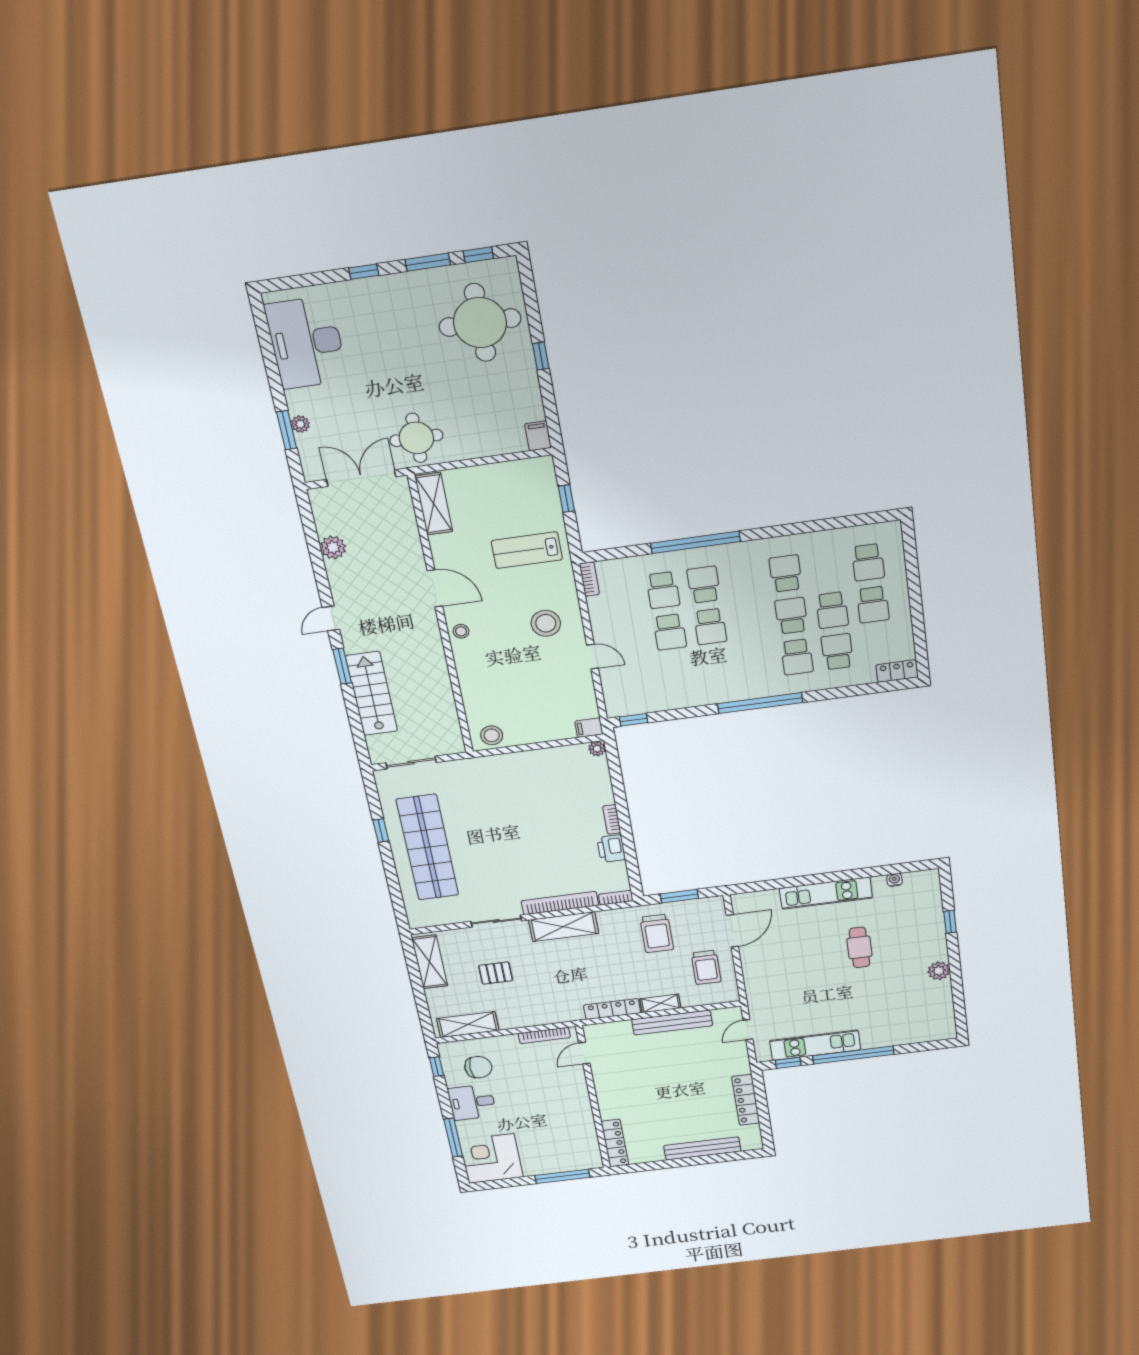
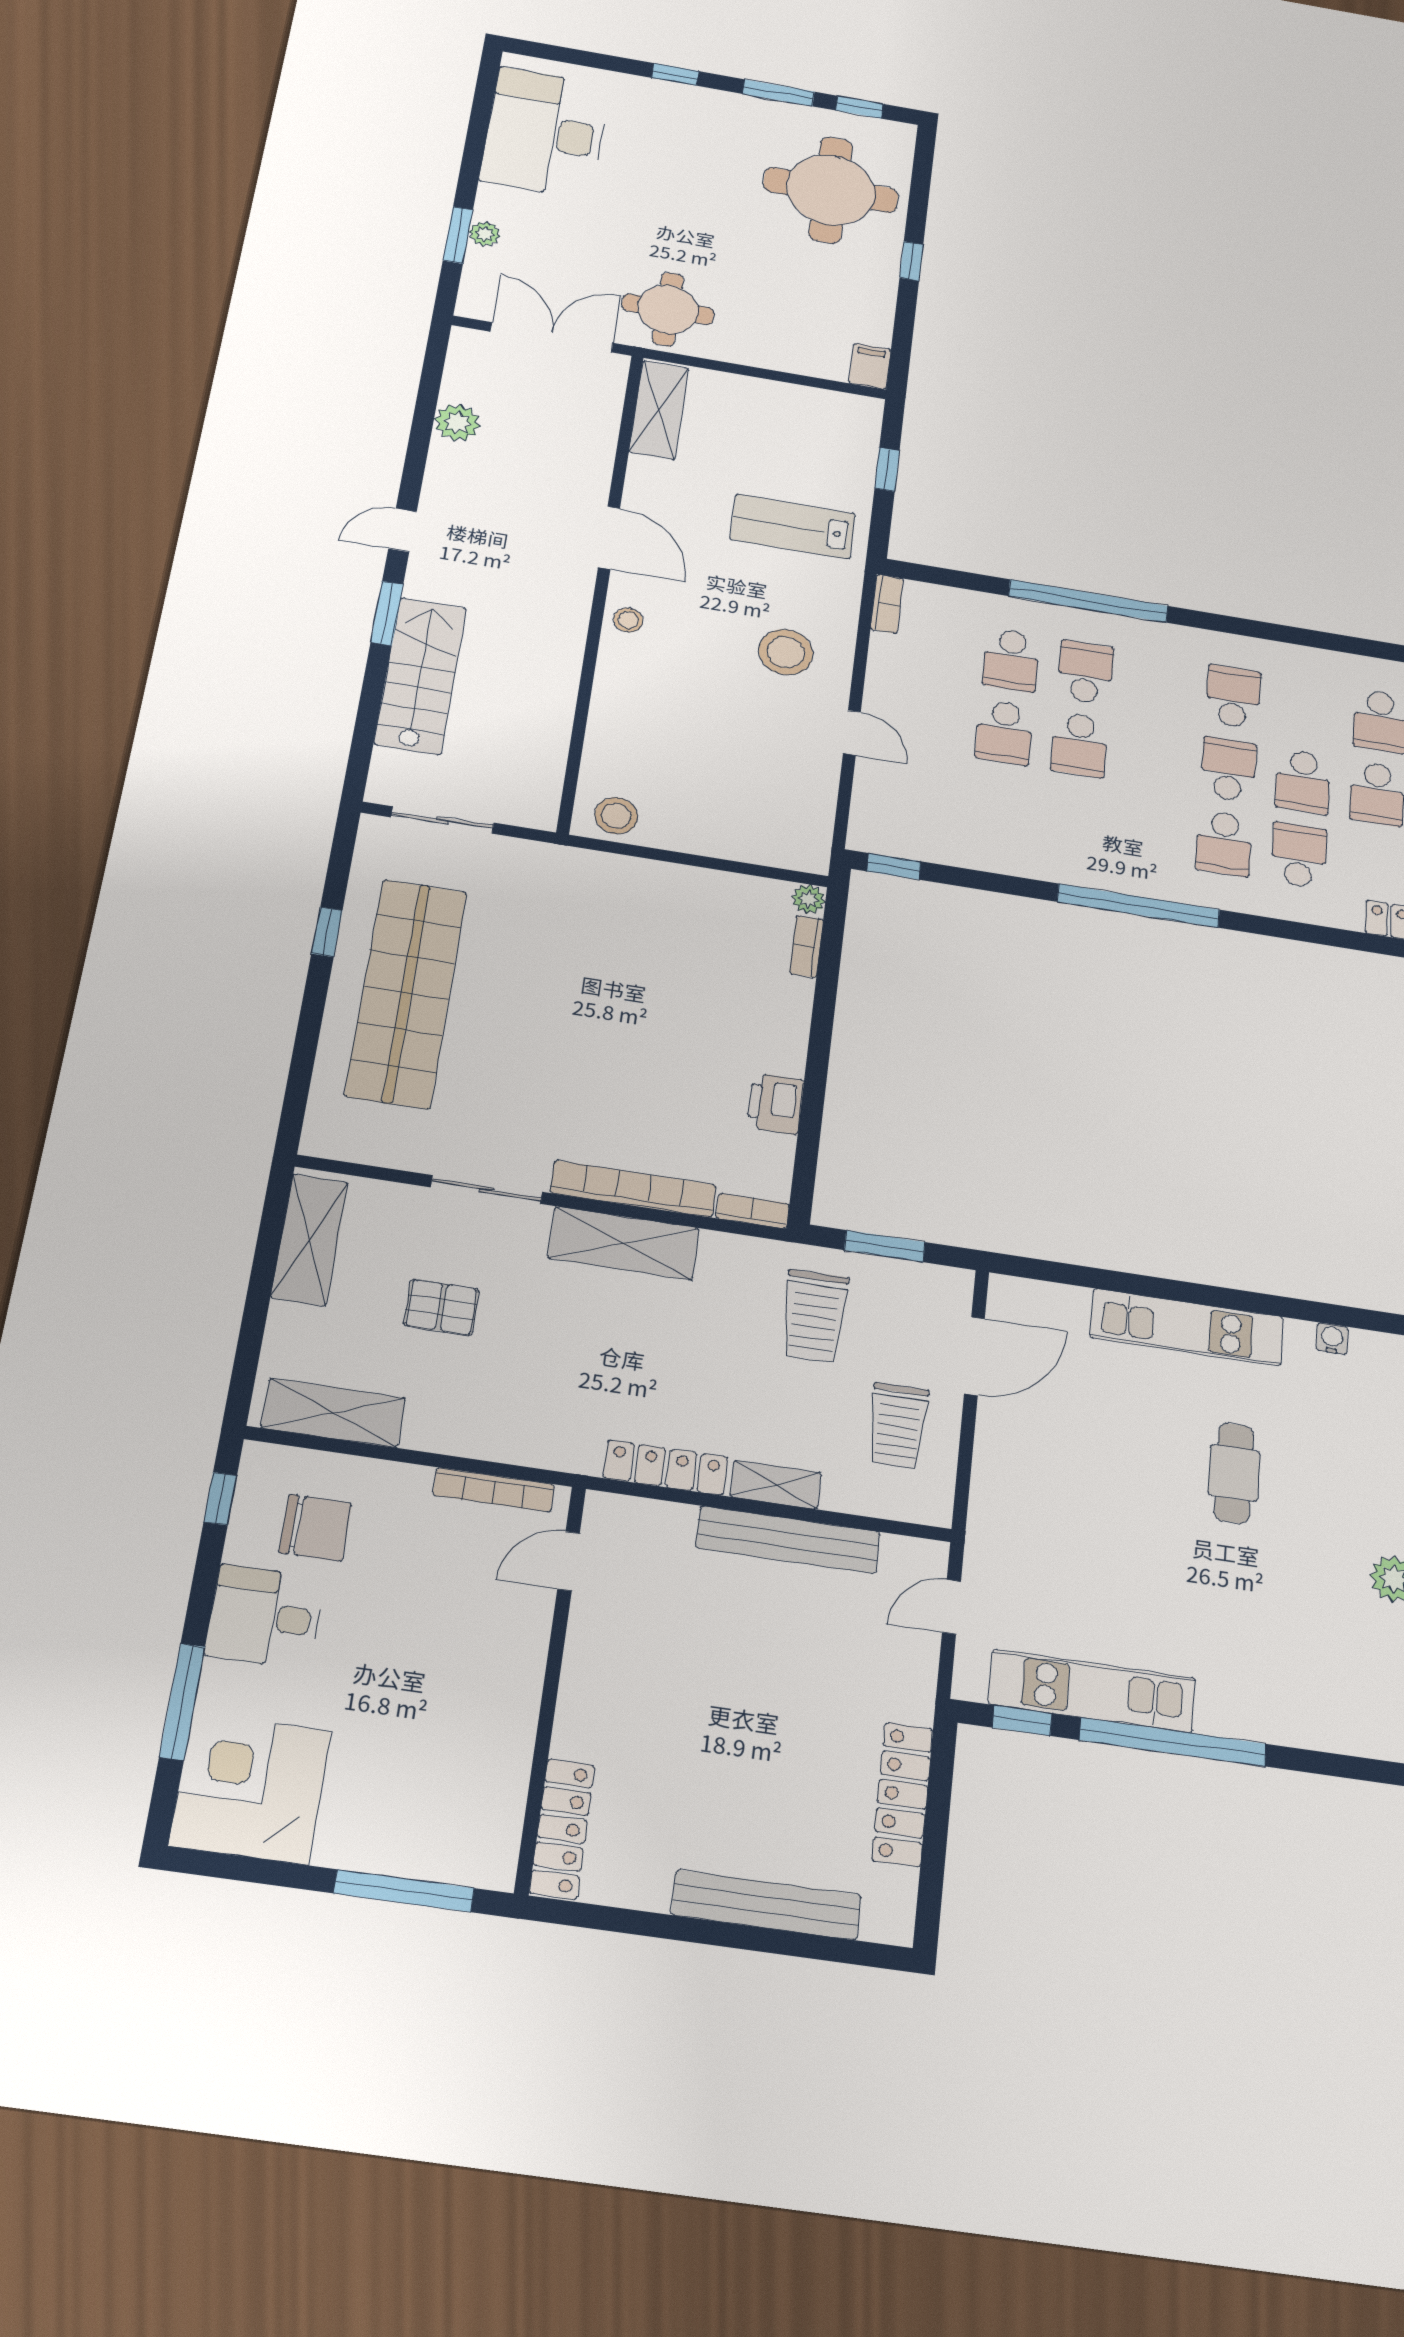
filing cabinet: (589, 728) -> (805, 856), removed
bookcase: (612, 819) -> (806, 947), moved

